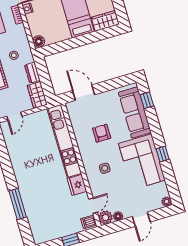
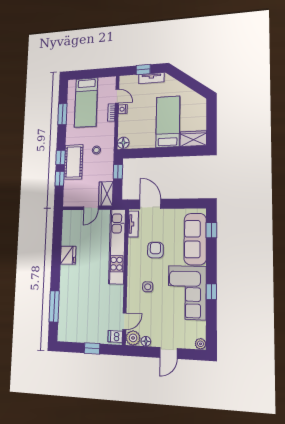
window: (43, 71) -> (118, 172), added
dresser: (32, 73) -> (108, 171), removed
door: (14, 116) -> (91, 208), moved
tv unit: (73, 116) -> (133, 224), added
fridge: (77, 185) -> (68, 255), moved, turned 180
window: (18, 204) -> (54, 306), moved

